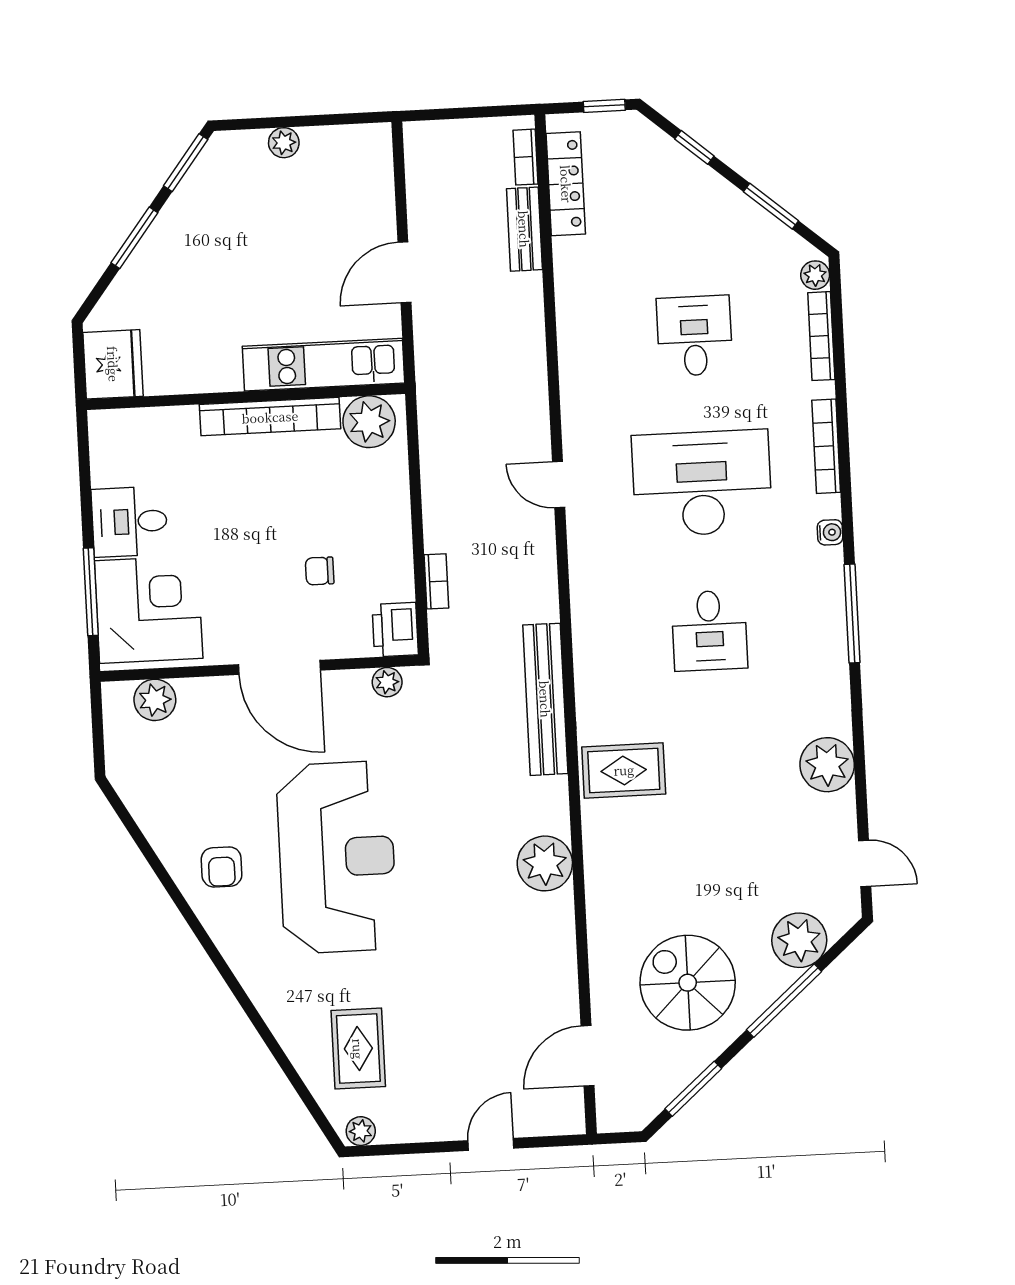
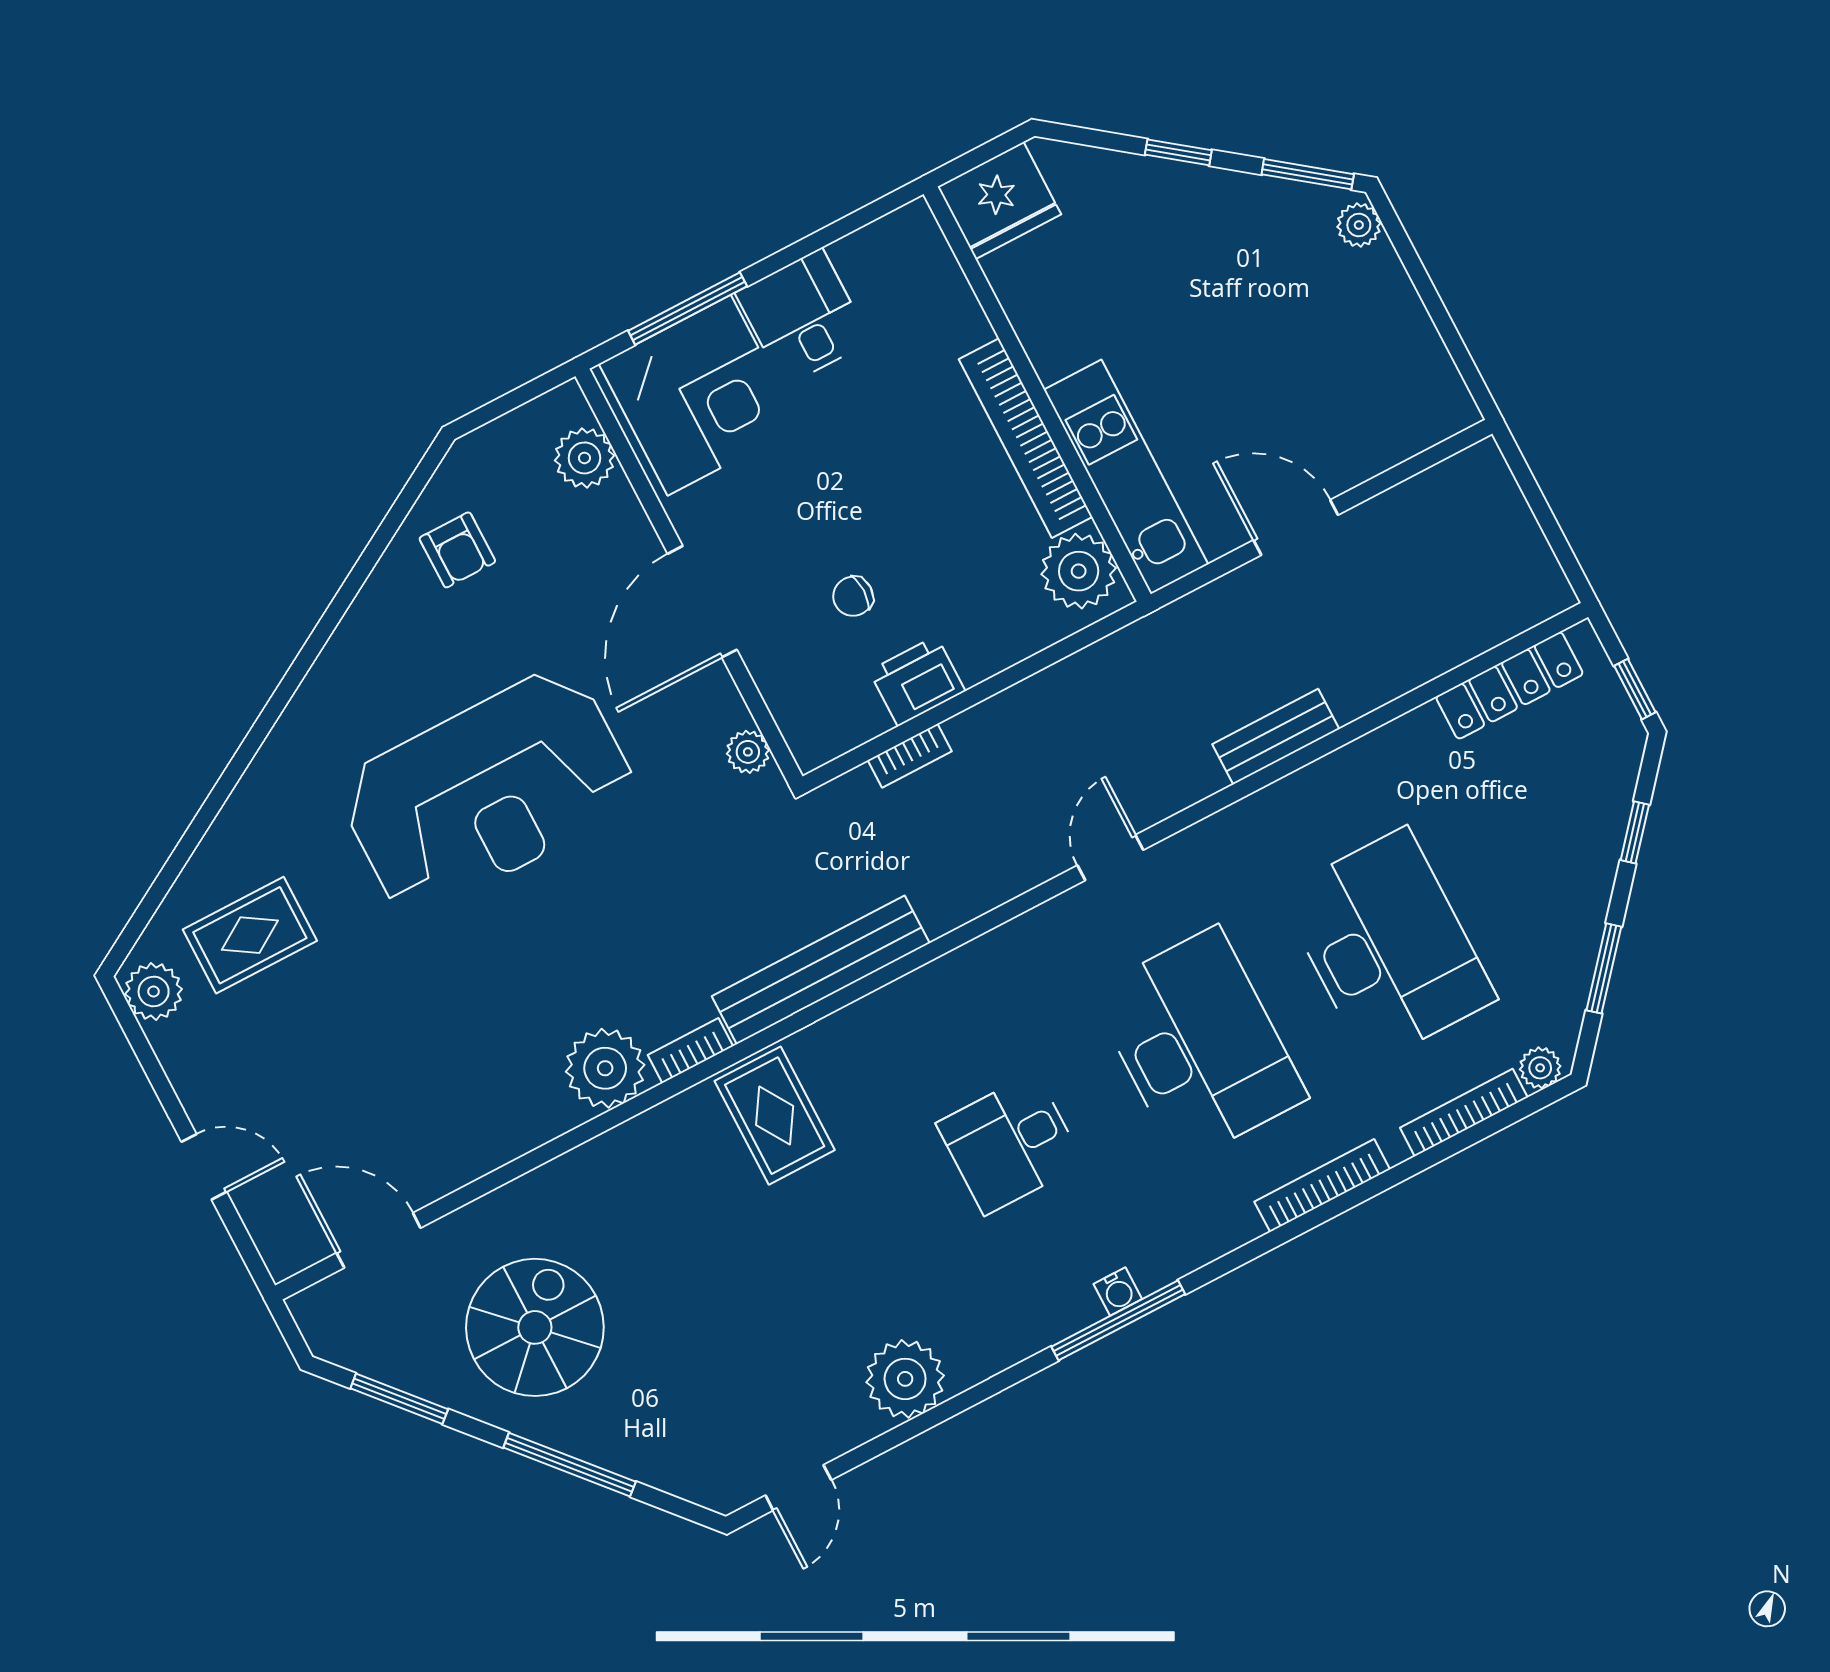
plant: (284, 143) -> (1359, 225), moved
bookcase: (526, 157) -> (690, 1051), moved
bench: (524, 229) -> (1276, 737), moved
window: (134, 238) -> (1178, 152), width x0.67
desk: (695, 336) -> (1388, 946), width x1.87, depth x1.30
water cooler: (830, 532) -> (1118, 1292), moved
chair: (320, 571) -> (853, 596), turned -90
printer: (395, 630) -> (917, 681), moved
armchair: (222, 867) -> (457, 550), moved, turned -90
plant: (799, 940) -> (658, 1448), removed
plant: (361, 1131) -> (154, 991), width x1.38, depth x1.38

